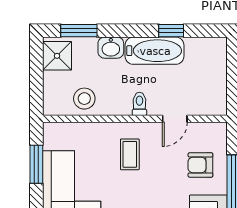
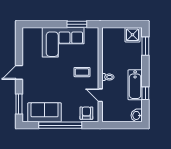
washbasin: (111, 48) -> (137, 115), moved
stool: (84, 99) -> (111, 49), removed
armchair: (200, 165) -> (86, 113), moved

